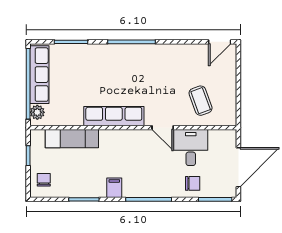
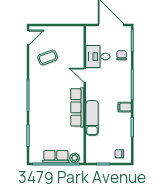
door: (220, 42) -> (28, 37), hinge flipped
row of seats: (39, 75) -> (56, 157), width x0.68
coffee table: (201, 101) -> (48, 57), moved
door: (163, 128) -> (85, 75), swing flipped
exam couch: (72, 139) -> (92, 118), moved

